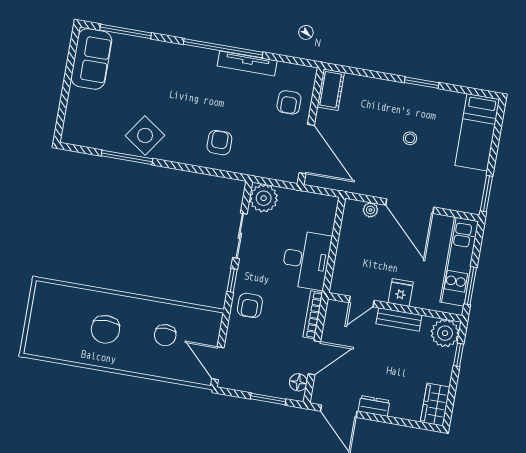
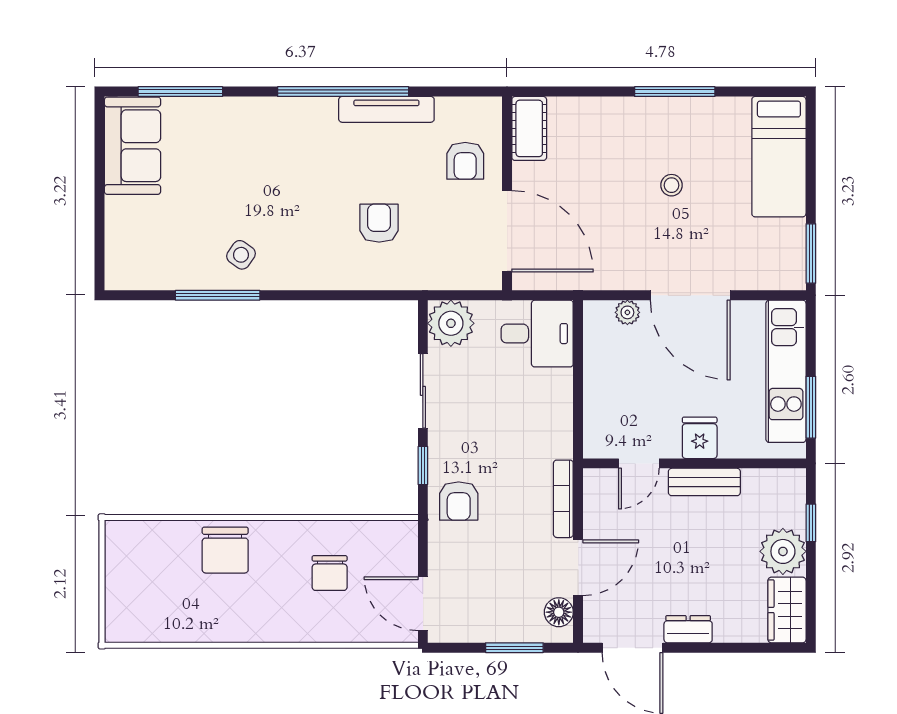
window: (422, 83) -> (675, 92), width x1.44
side table: (145, 135) -> (241, 255), width x0.54, depth x0.54
armchair: (219, 143) -> (379, 223), moved
desk: (306, 260) -> (537, 334), moved, width x0.73
chair: (105, 329) -> (225, 550), moved
plant: (445, 333) -> (783, 551), moved

